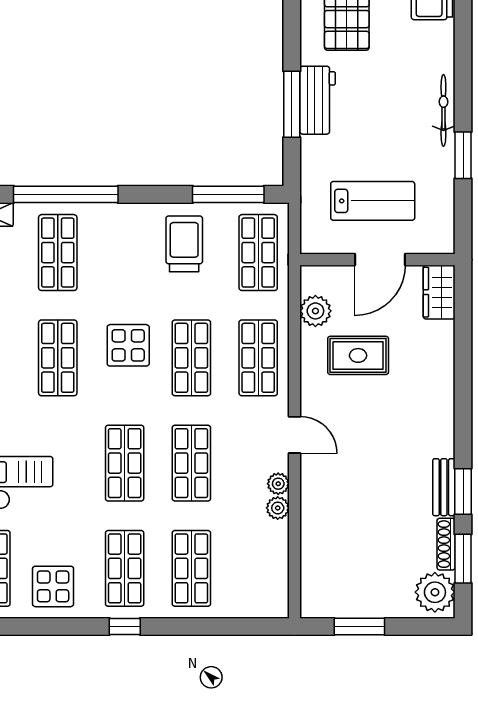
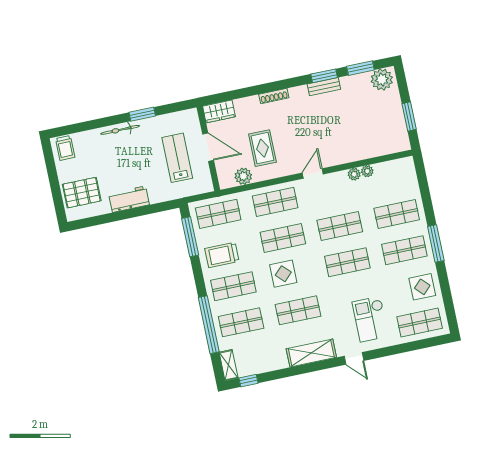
window: (292, 104) -> (134, 213), removed
shop shelf: (125, 253) -> (233, 286), added
plant: (278, 484) -> (367, 171), moved
shoe rack: (446, 544) -> (274, 96), moved
window: (125, 627) -> (436, 243), width x2.17

